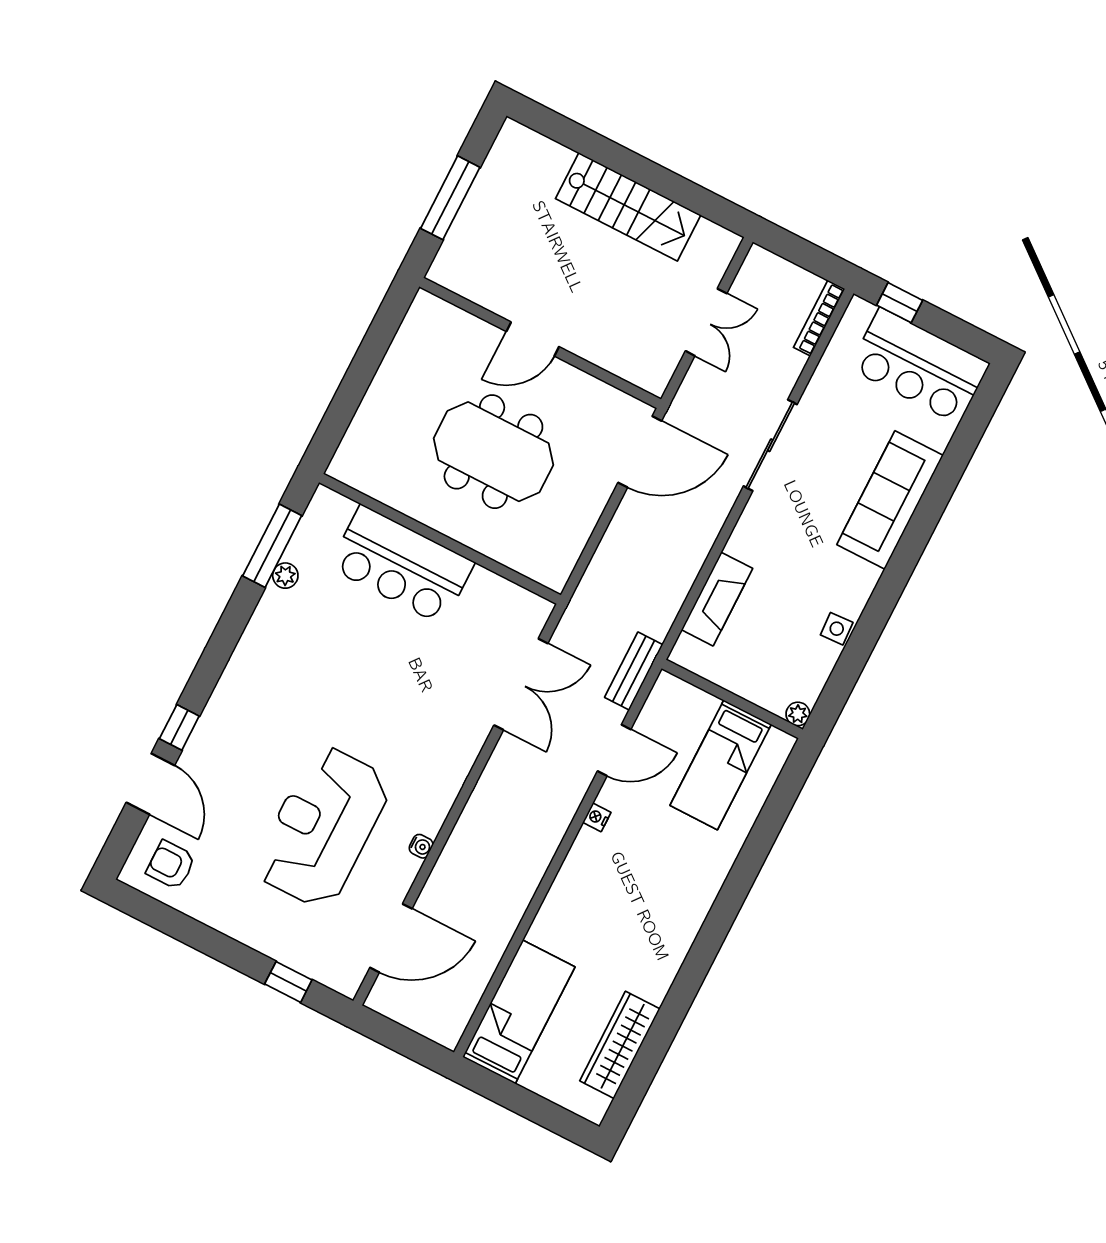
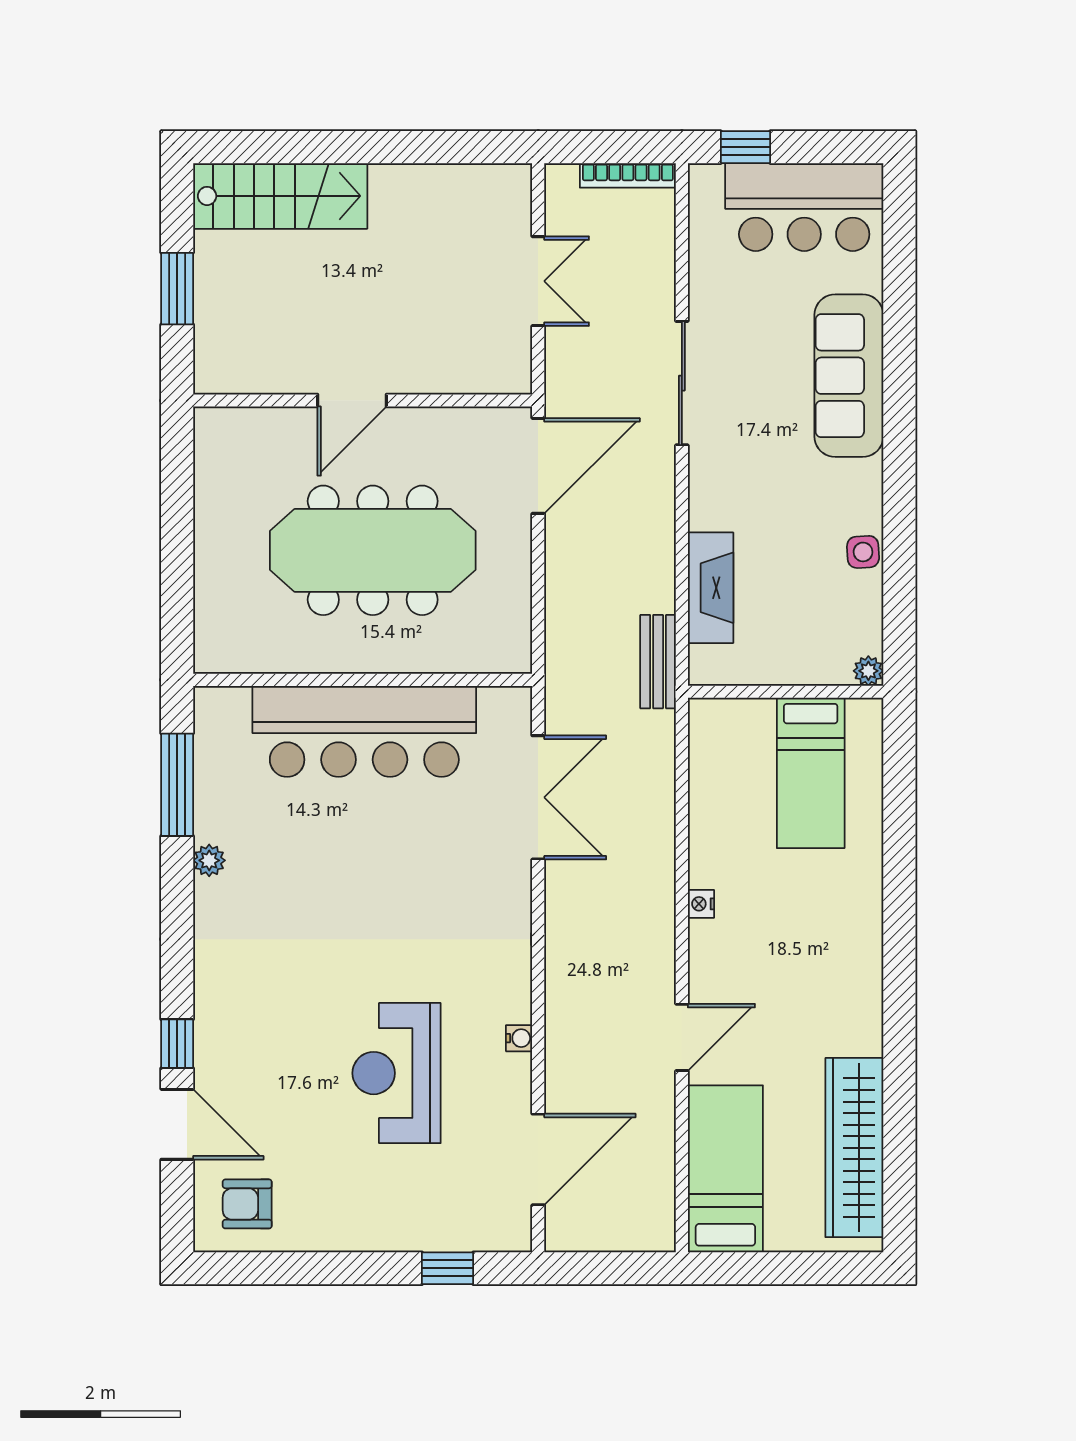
window: (450, 198) -> (177, 289), width x0.69
stairs: (628, 207) -> (280, 196), moved
bookcase: (819, 318) -> (628, 175), moved, turned -90
meeting table: (493, 452) -> (373, 550), width x1.36
bar counter: (402, 565) -> (364, 731), width x1.36
plant: (285, 576) -> (209, 860), moved
bench: (634, 671) -> (658, 662), moved
door: (614, 750) -> (682, 1037), moved
reception desk: (323, 827) -> (397, 1073), width x0.74, depth x0.77
wardrobe: (620, 1045) -> (854, 1148), width x1.40, depth x1.17

